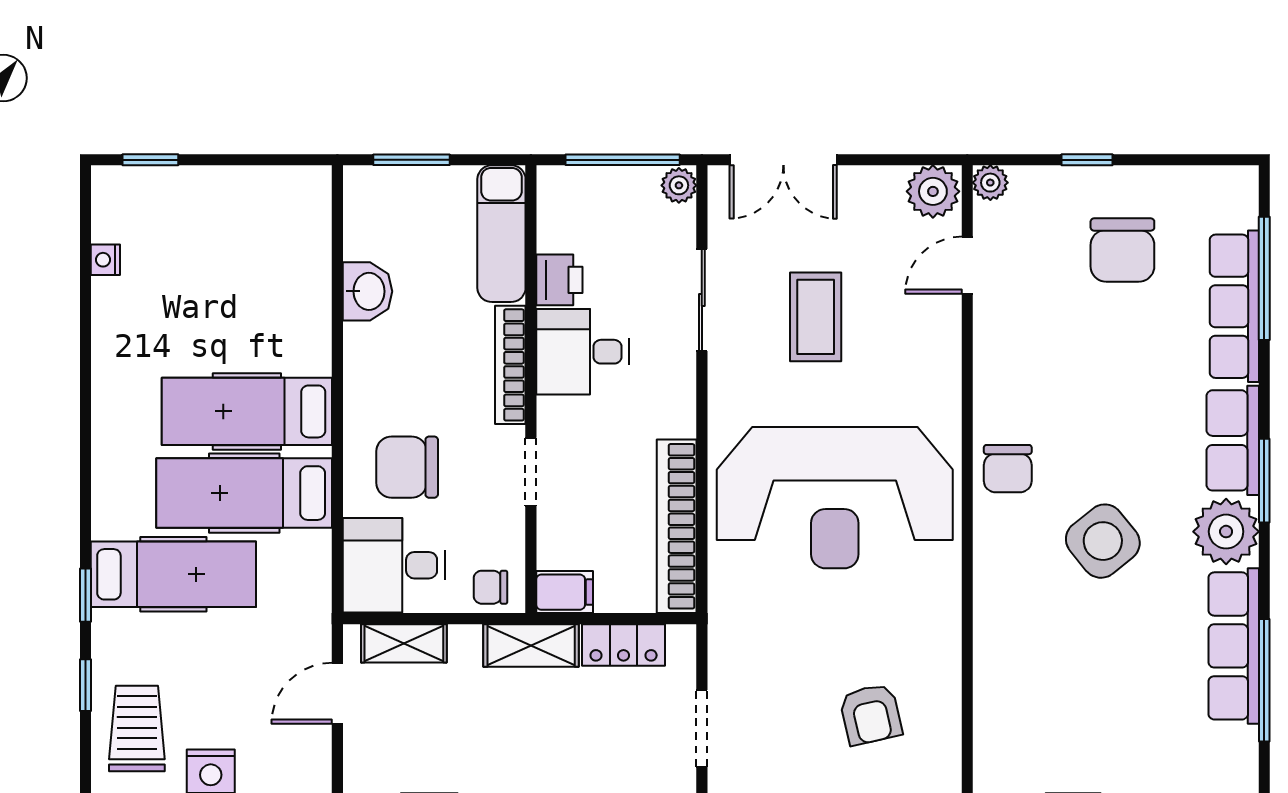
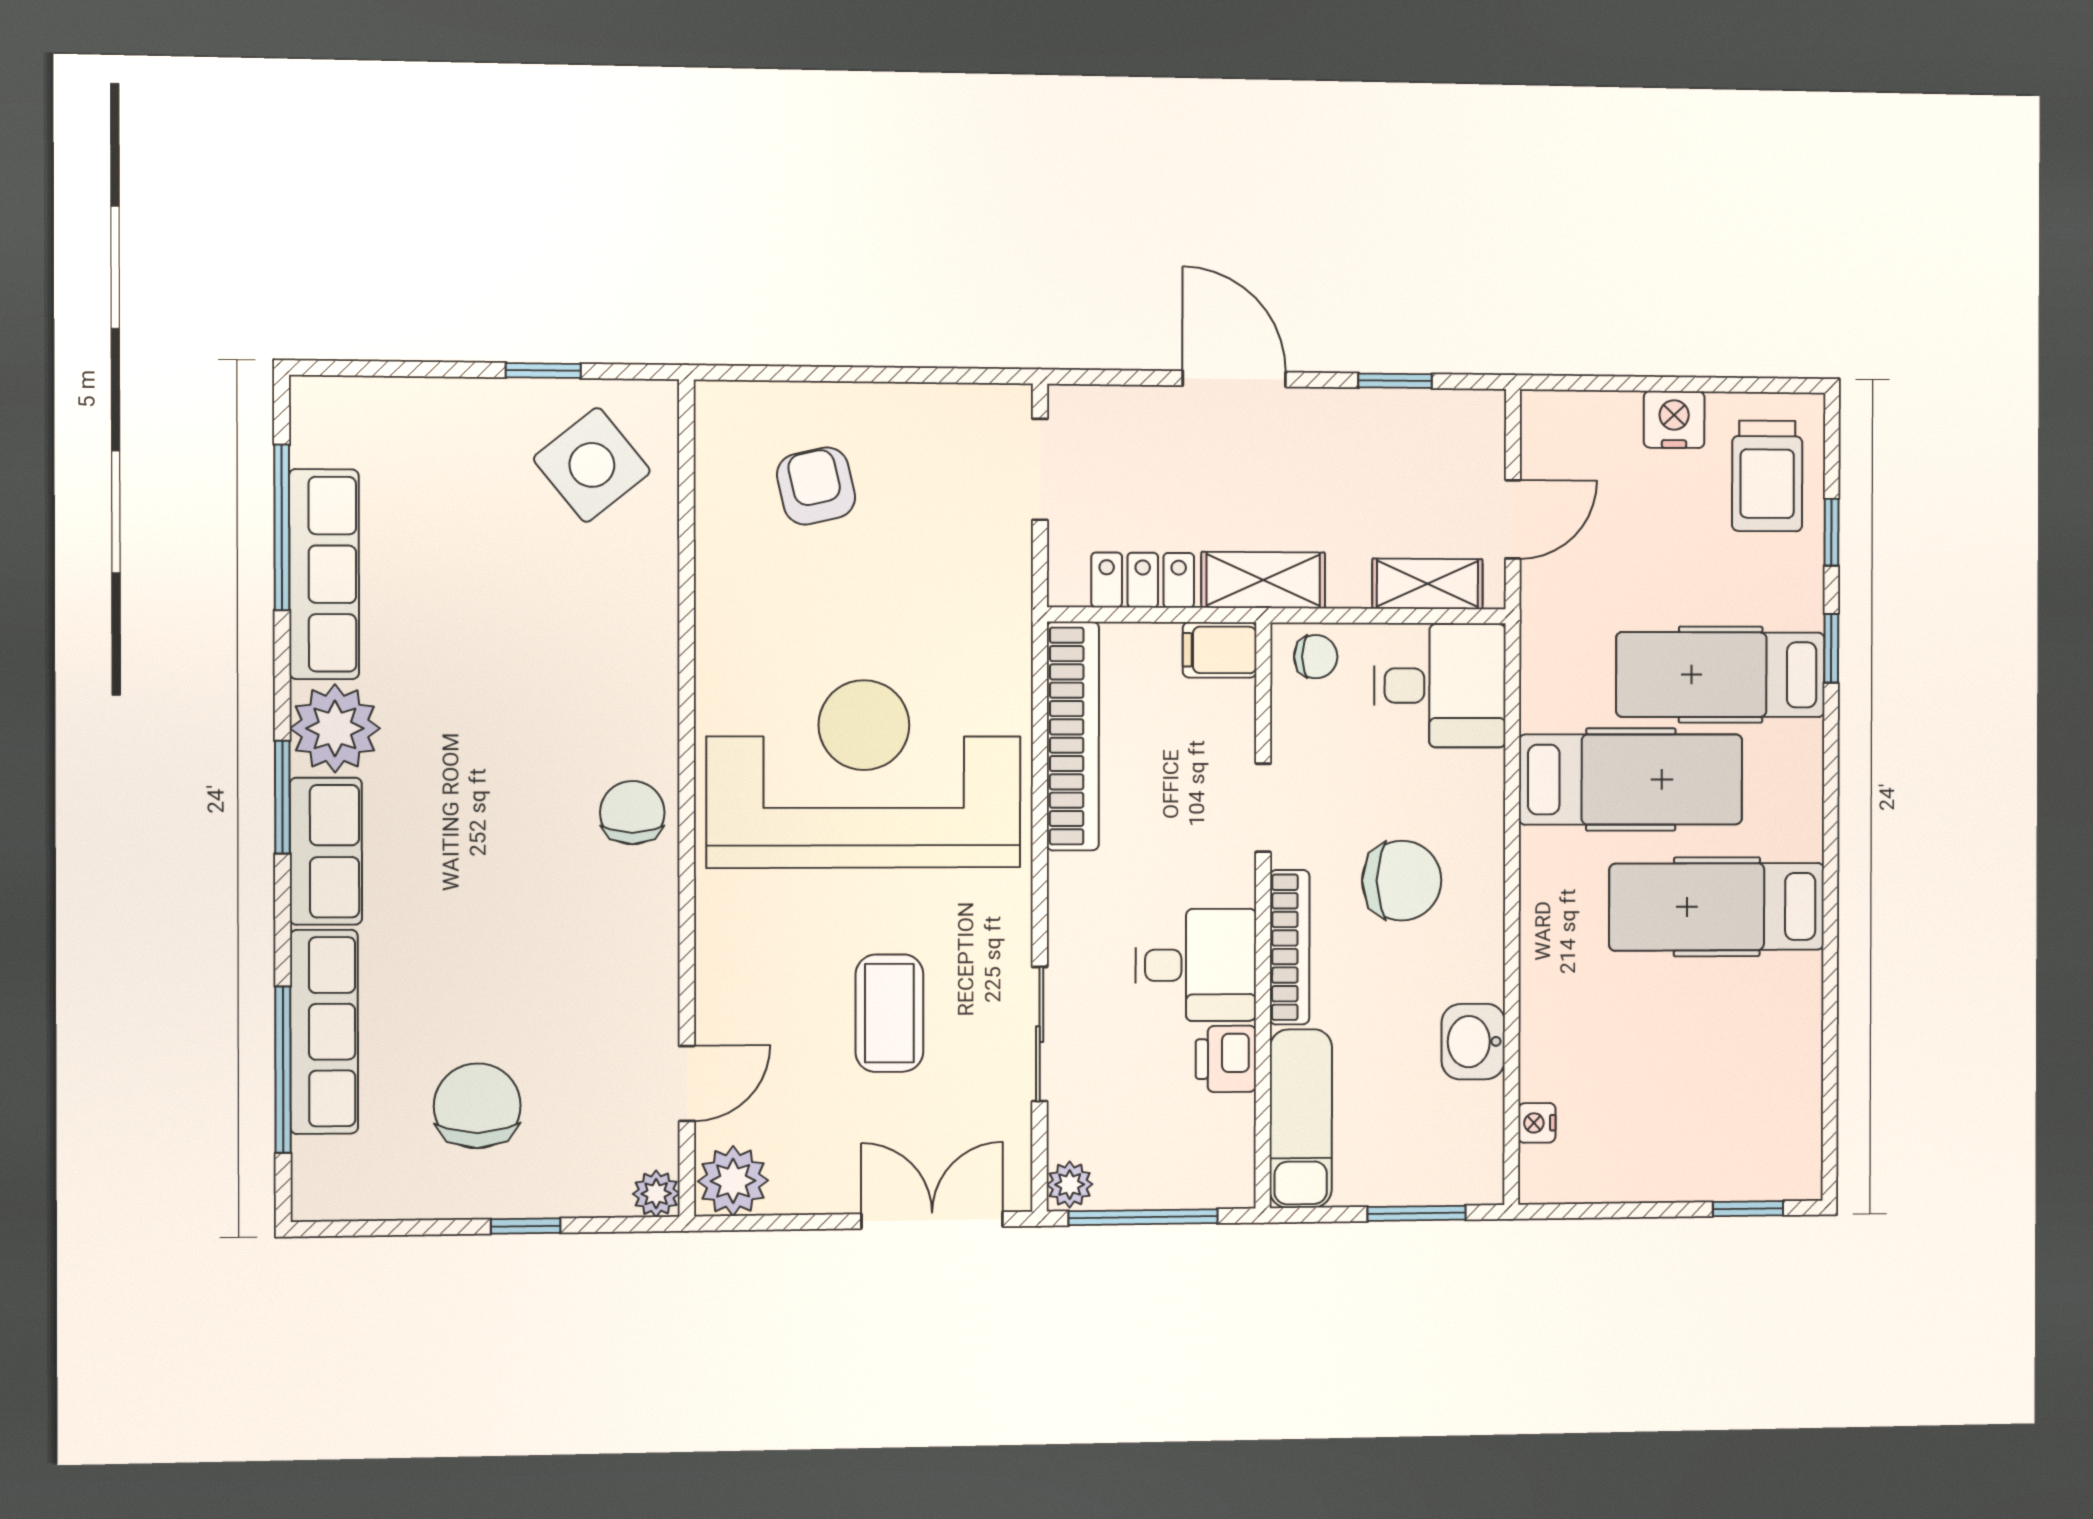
nightstand: (105, 260) -> (1537, 1123), moved, turned 180
hospital bed: (247, 411) -> (1717, 907), moved, turned 180
chair: (407, 467) -> (1402, 881), moved
side table: (1103, 541) -> (592, 465), moved

